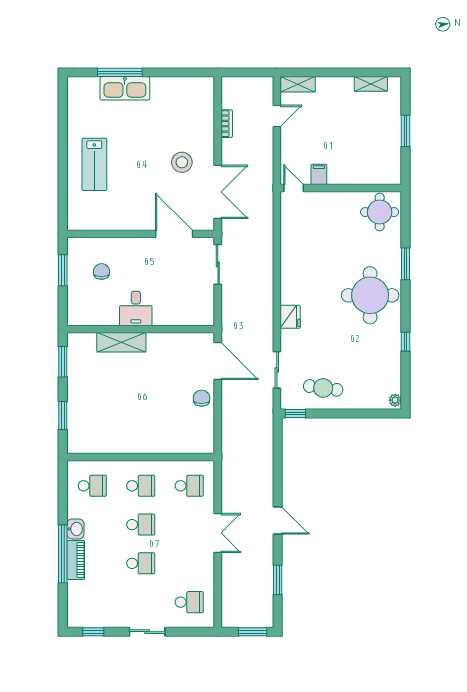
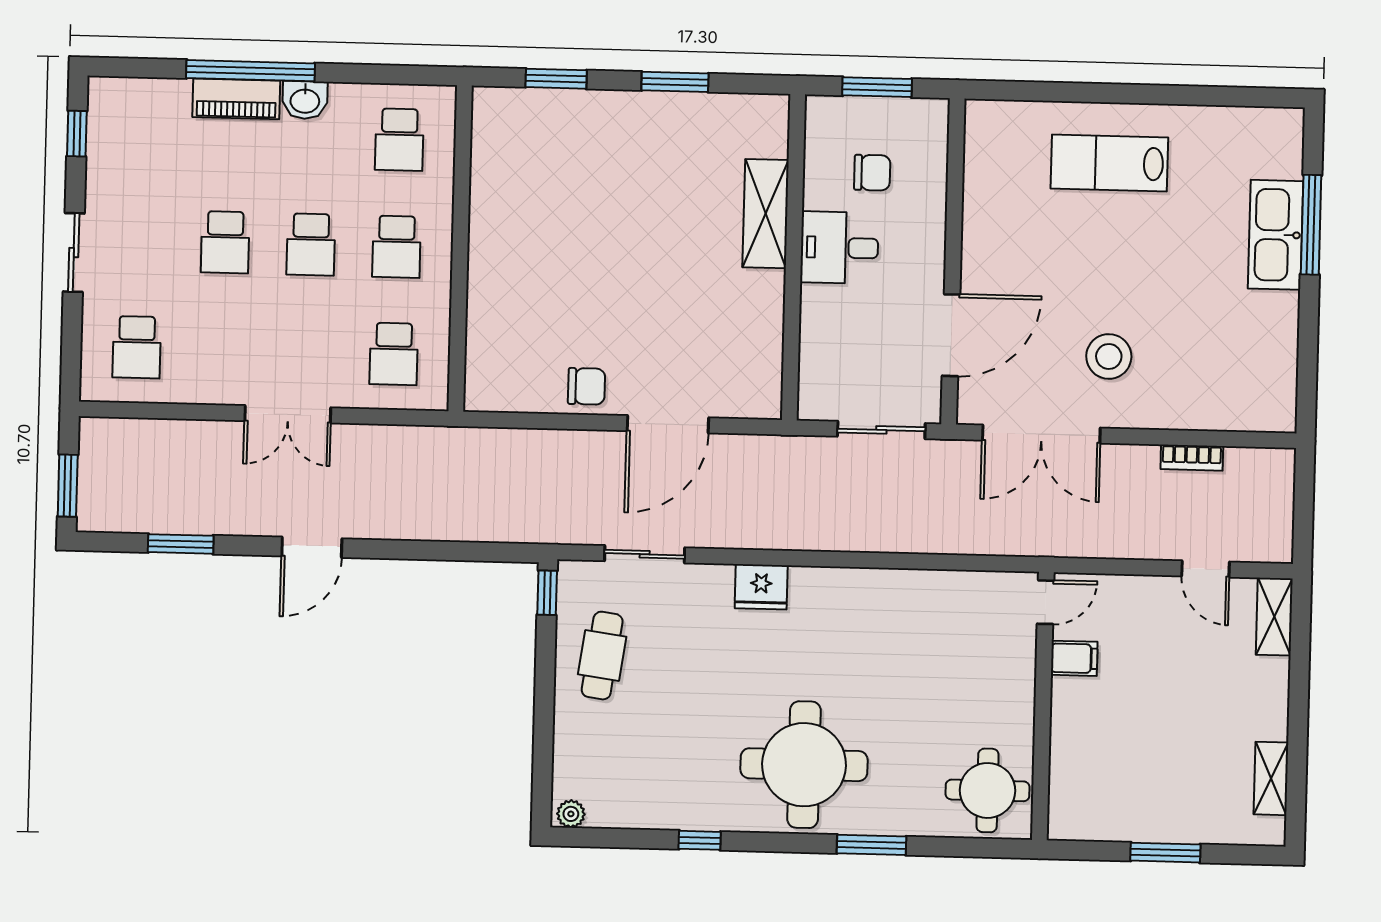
desk: (136, 308) -> (839, 248), moved
wall: (141, 329) -> (793, 257), moved
shelving: (121, 342) -> (766, 214), moved

